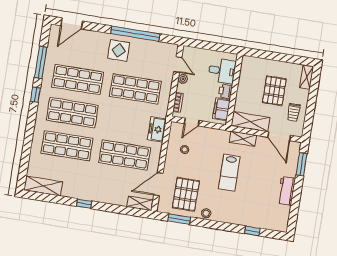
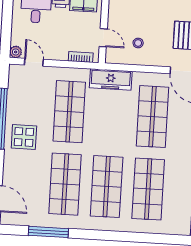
door: (178, 65) -> (34, 62), hinge flipped
plant: (183, 79) -> (16, 52), moved
window: (35, 95) -> (89, 234), removed
freezer: (157, 129) -> (111, 79), width x1.40

